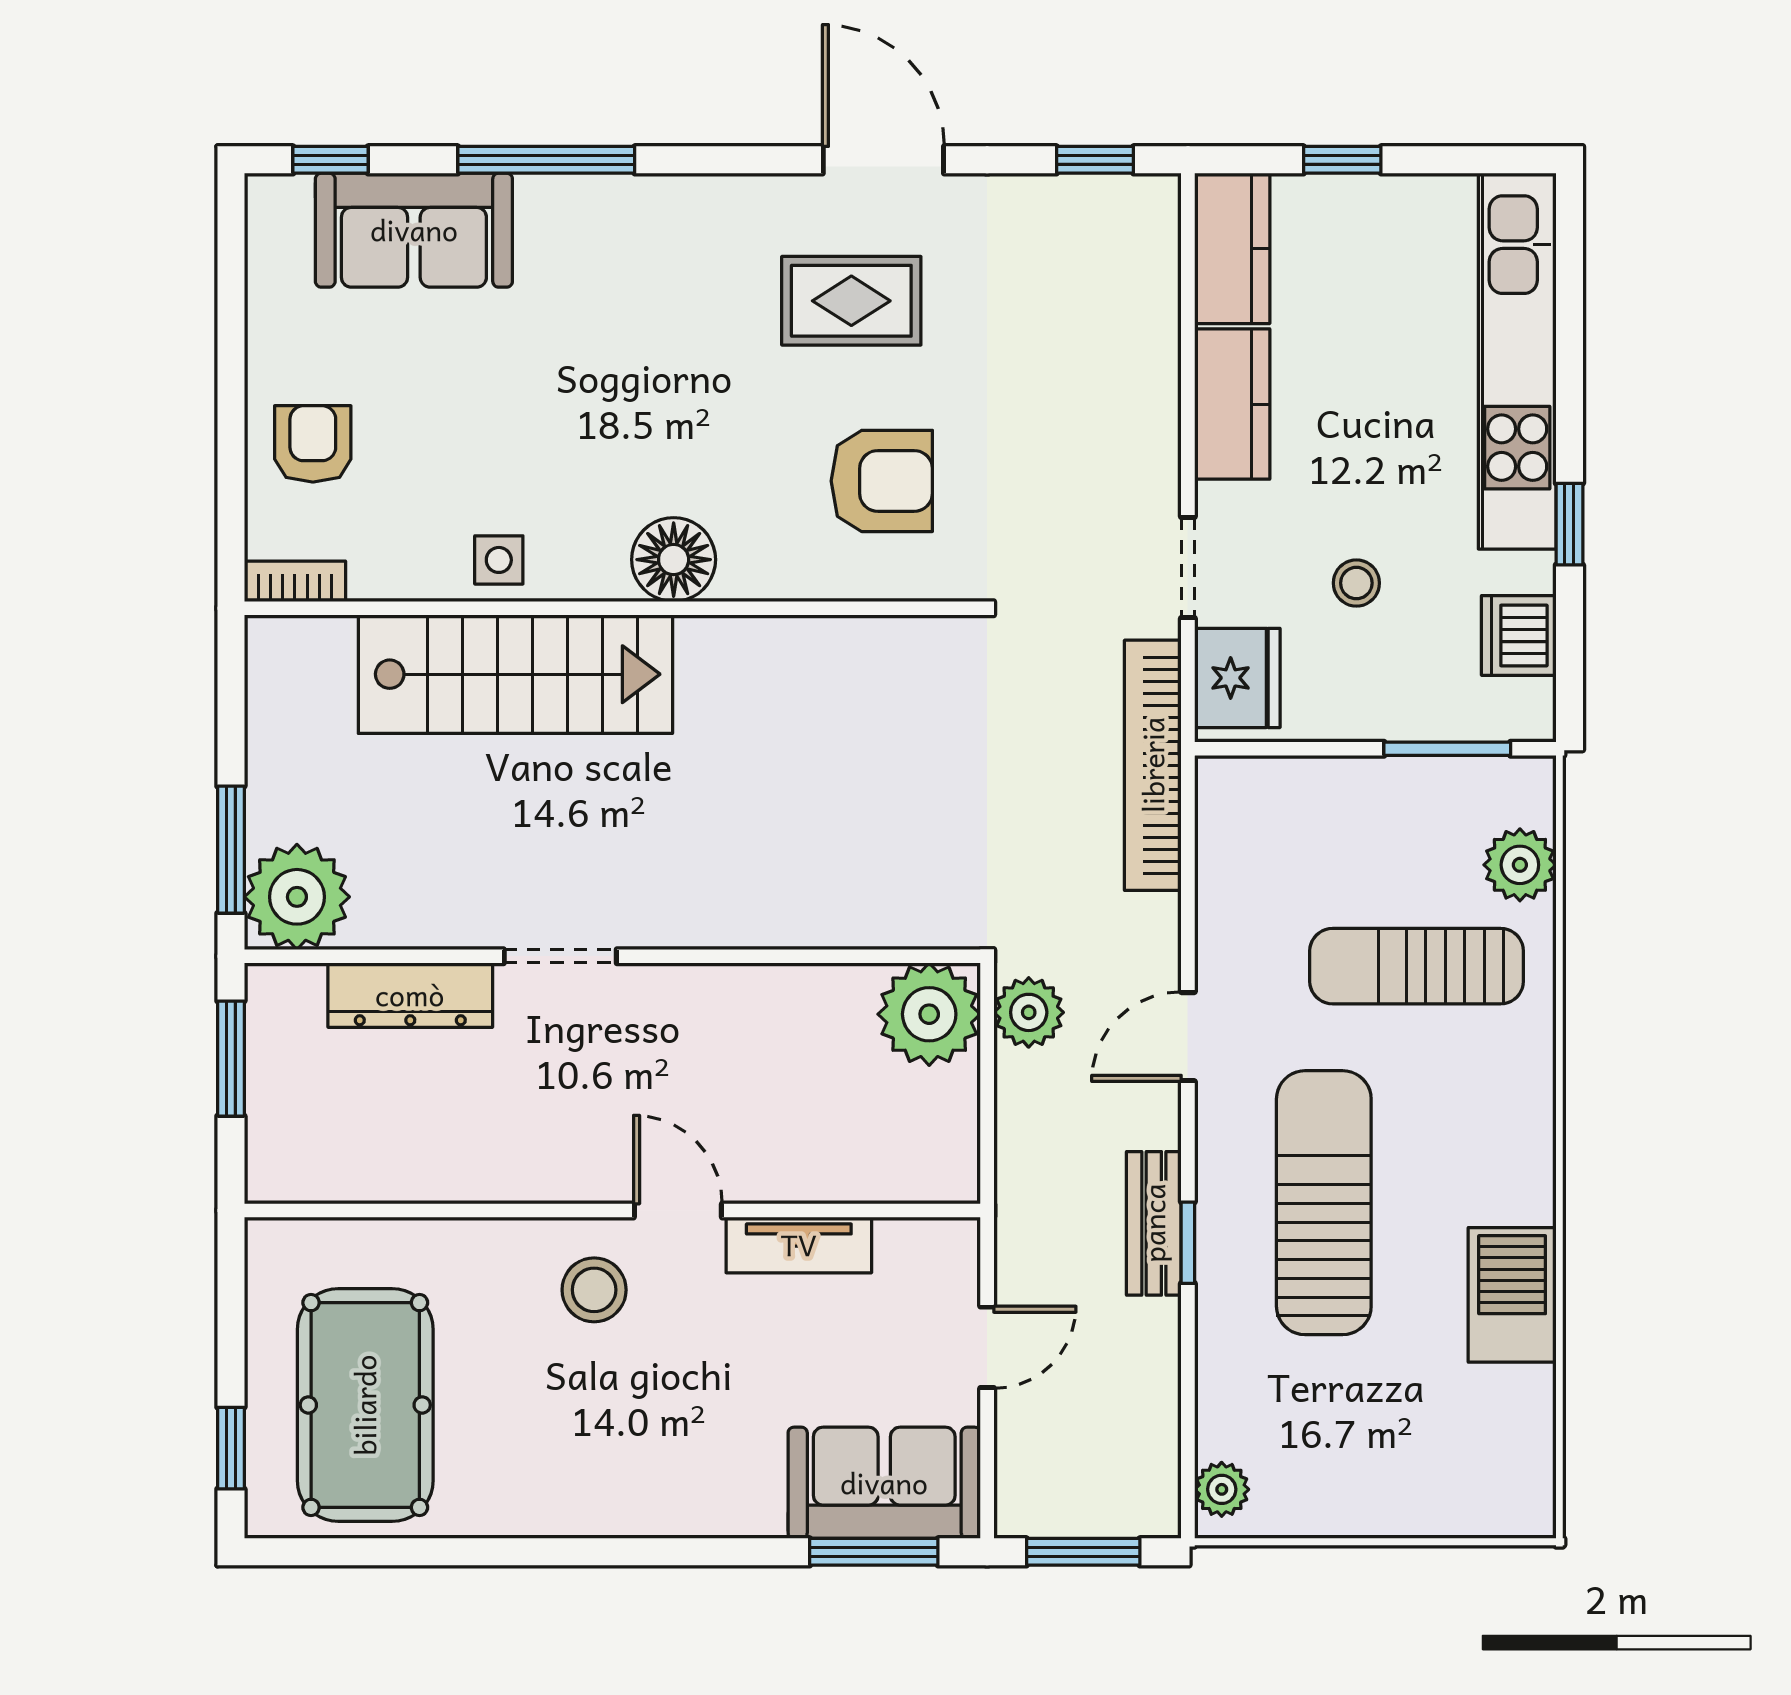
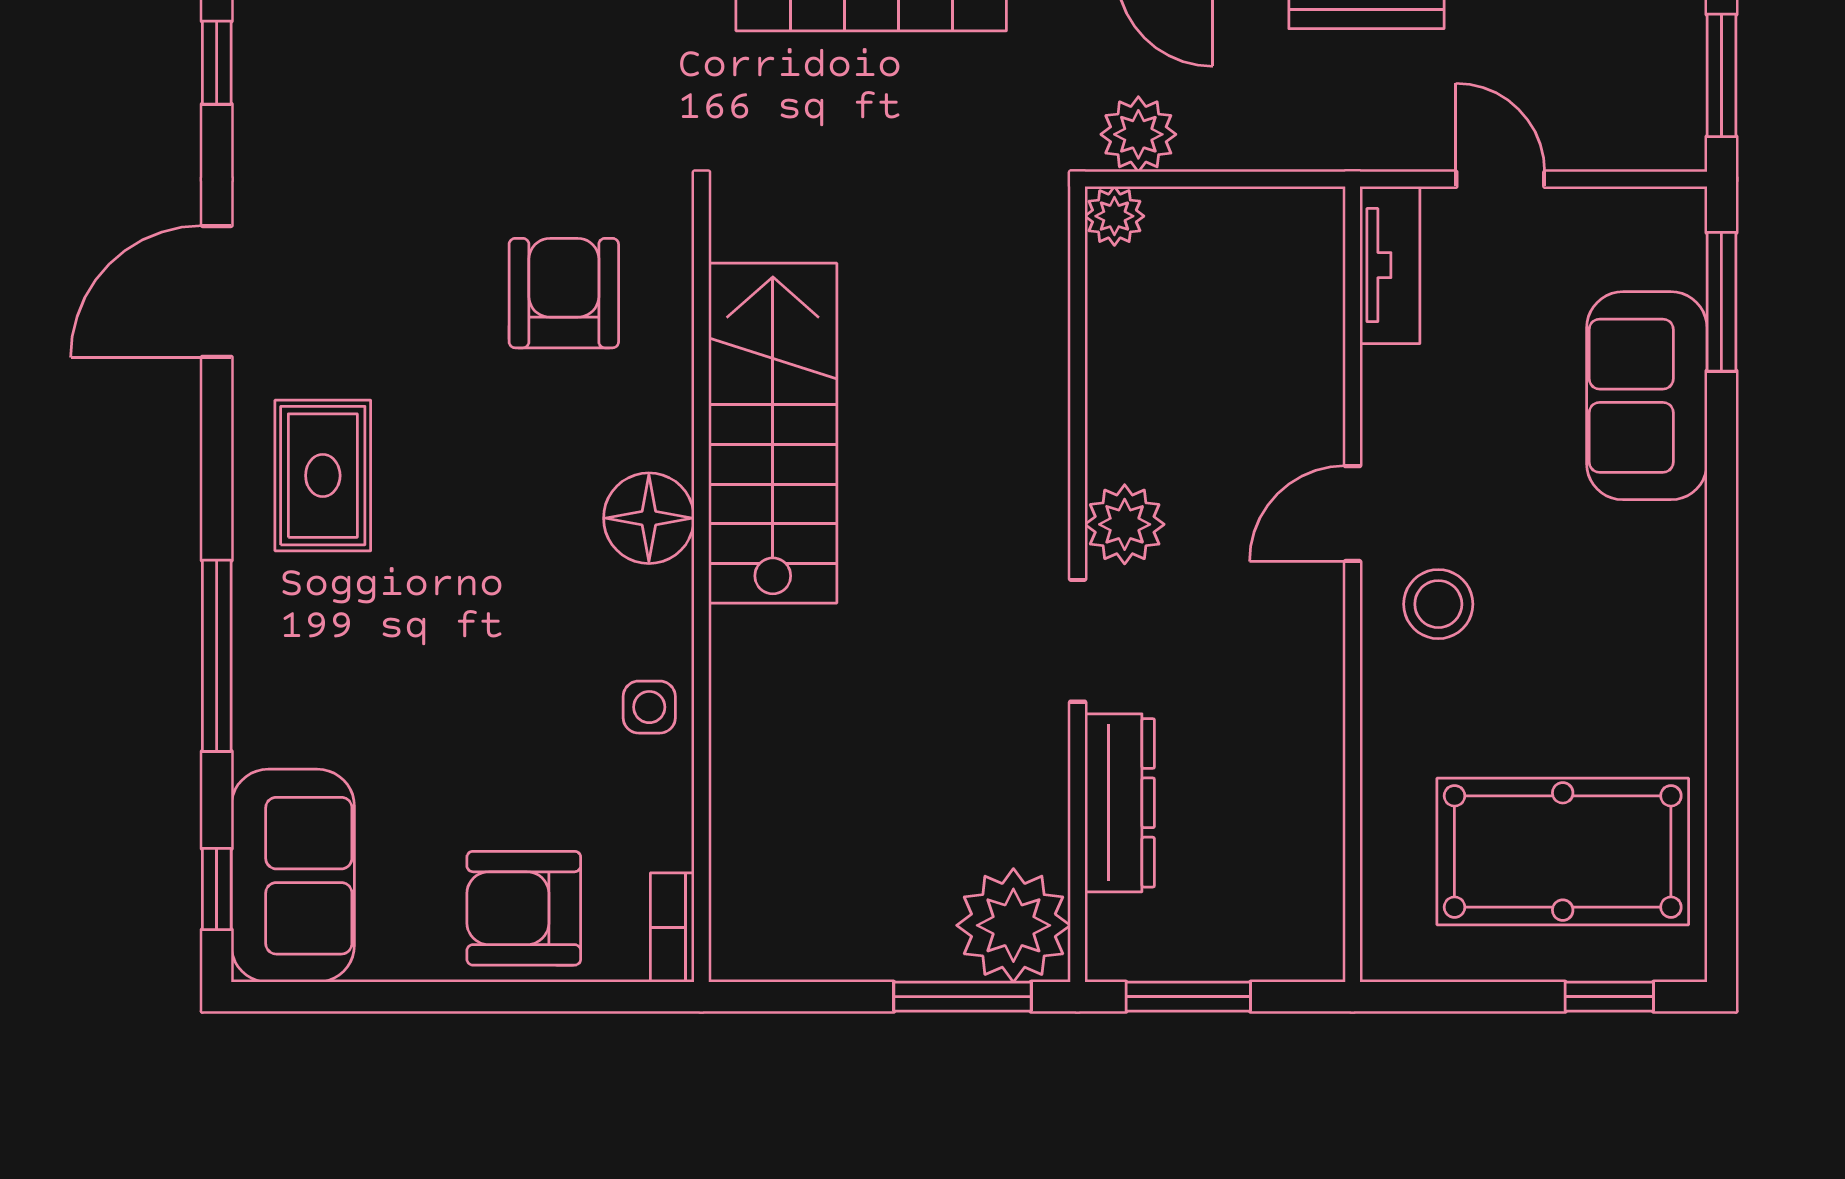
sofa: (414, 230) -> (293, 876), moved
rug: (851, 301) -> (323, 476), moved
armchair: (313, 444) -> (524, 908), width x1.38, depth x1.38
stairs: (515, 674) -> (773, 433), moved
plant: (668, 1000) -> (1125, 524), added
plant: (929, 1014) -> (1114, 216), width x0.53, depth x0.53
tv unit: (799, 1245) -> (1390, 265), moved
sofa: (884, 1483) -> (1647, 396), moved

